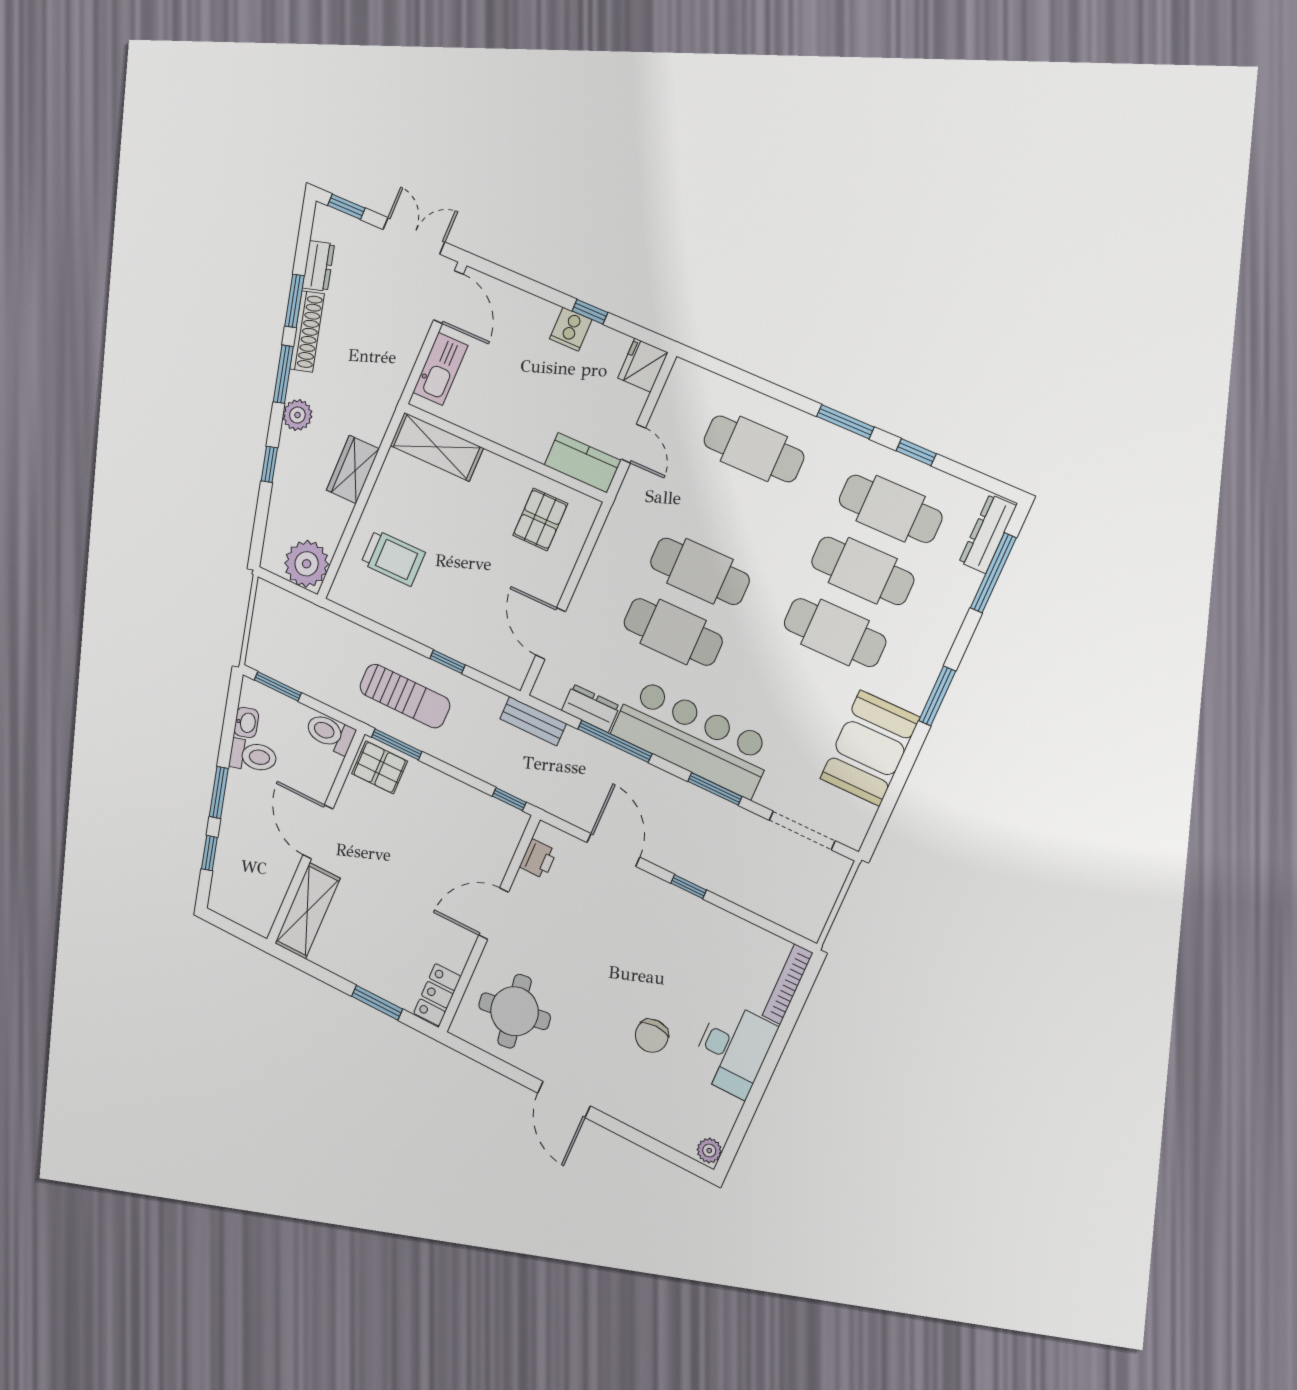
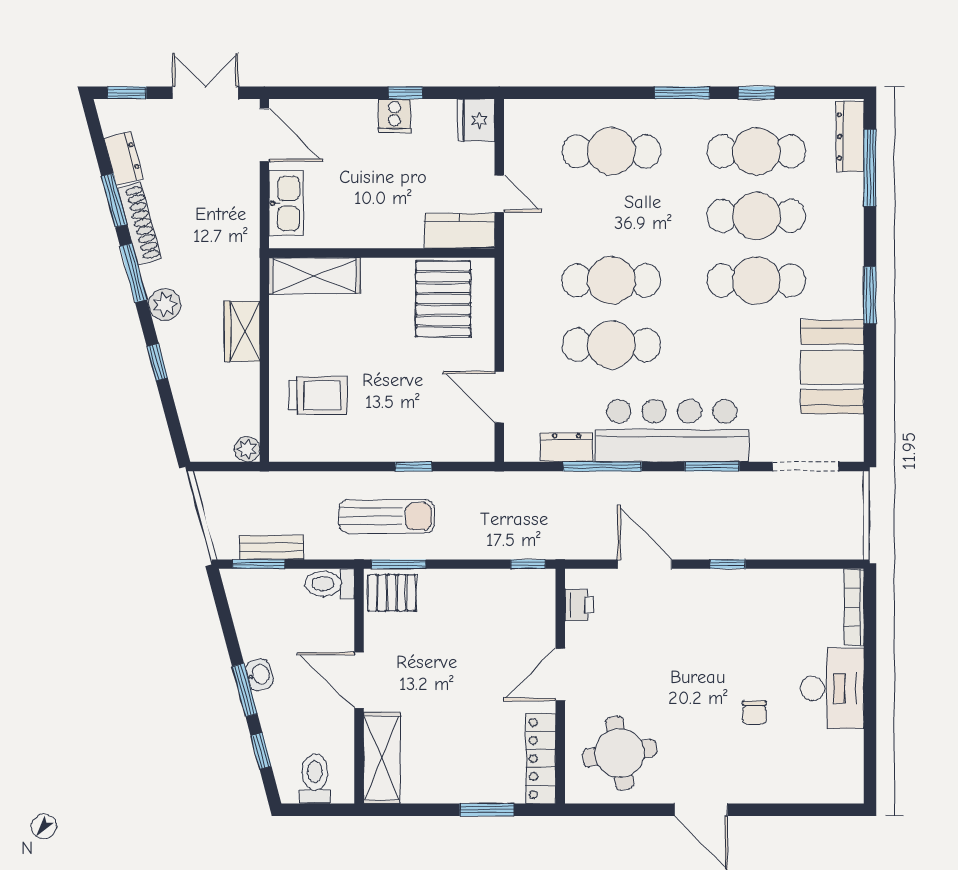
pallet: (540, 519) -> (443, 299), width x1.50, depth x1.42
plant: (307, 564) -> (247, 449), width x0.53, depth x0.53
bench: (533, 721) -> (271, 547), moved
washbasin: (246, 722) -> (259, 675), moved
toilet: (253, 756) -> (315, 779), moved, turned -75
locker: (437, 995) -> (541, 759), width x1.53
chair: (652, 1036) -> (754, 713), width x0.73, depth x0.73
plant: (709, 1151) -> (852, 788), removed

